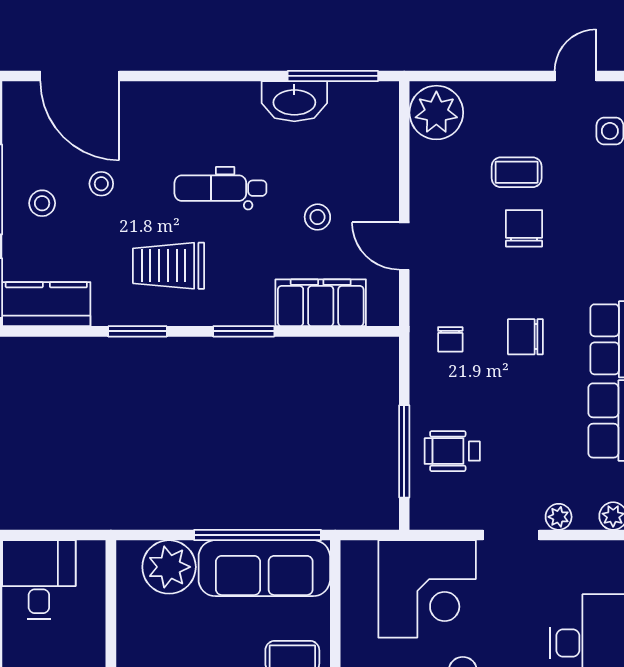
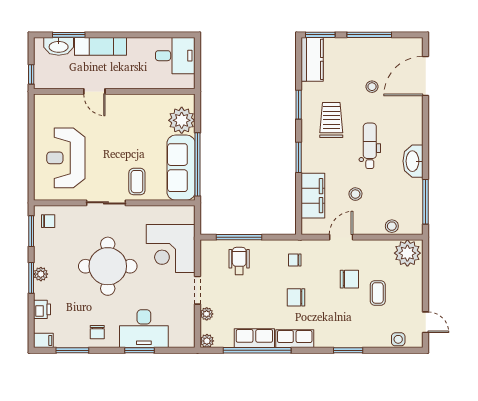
washbasin: (294, 101) -> (413, 161), moved
stool: (42, 203) -> (392, 226), moved
chair: (524, 228) -> (349, 279), moved
chair: (525, 337) -> (296, 297), turned -90

